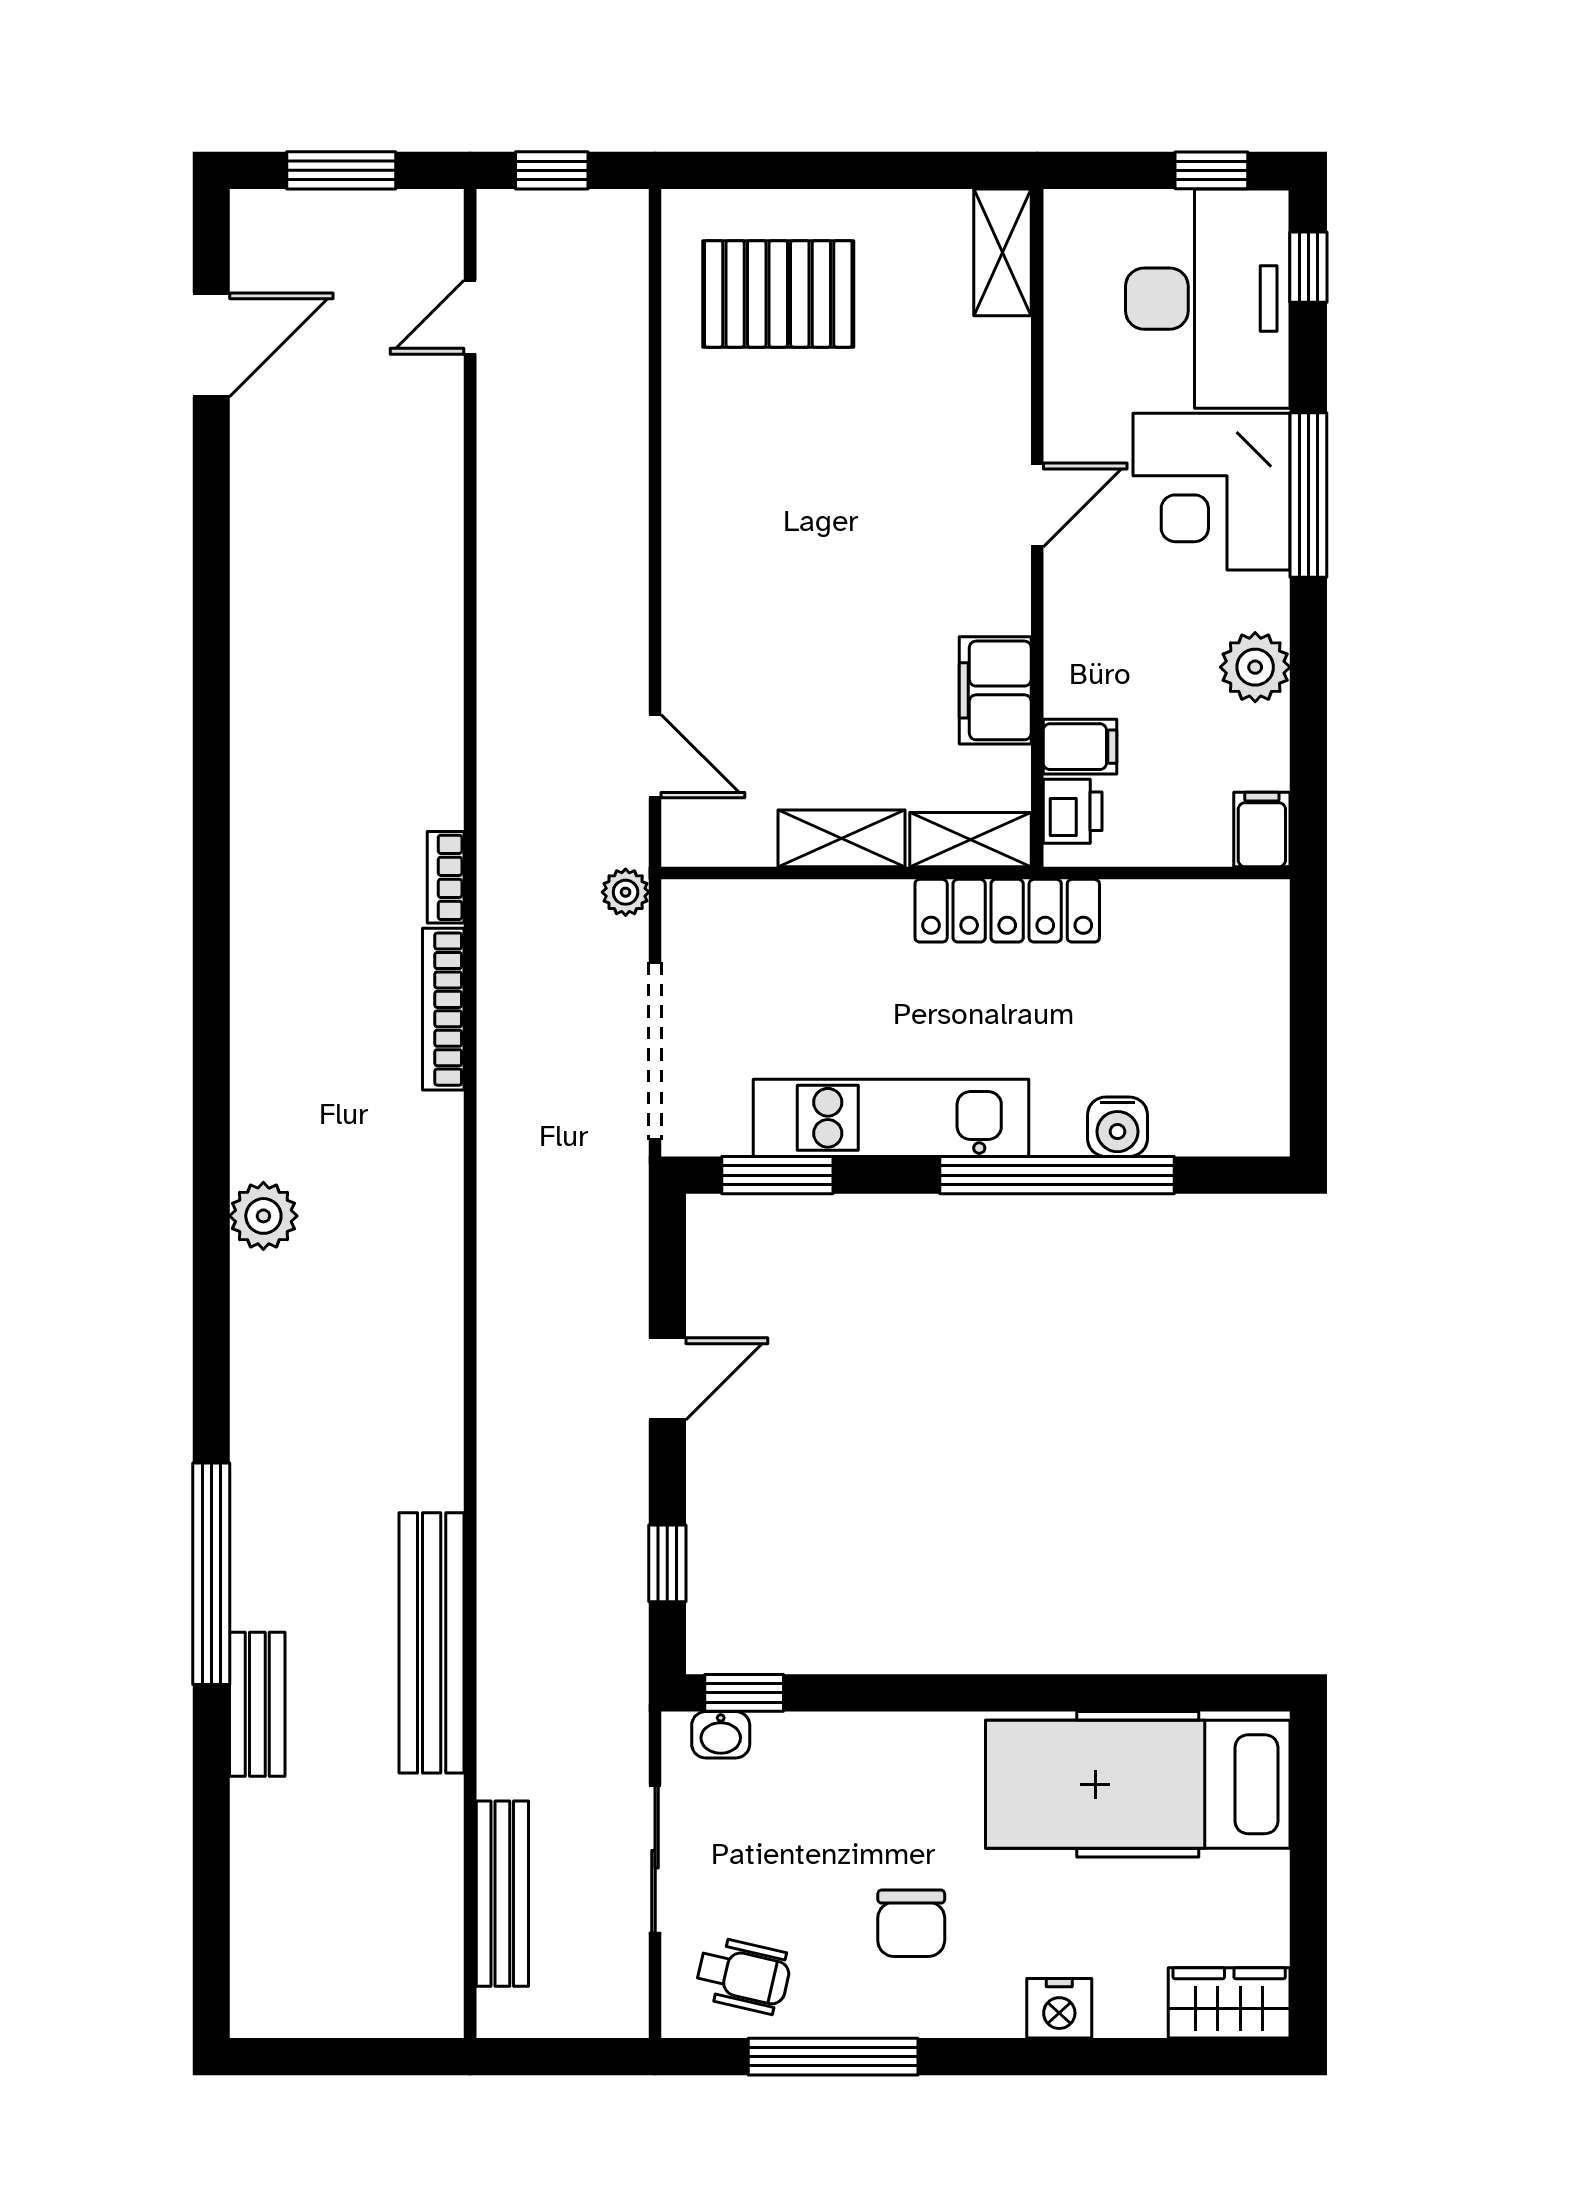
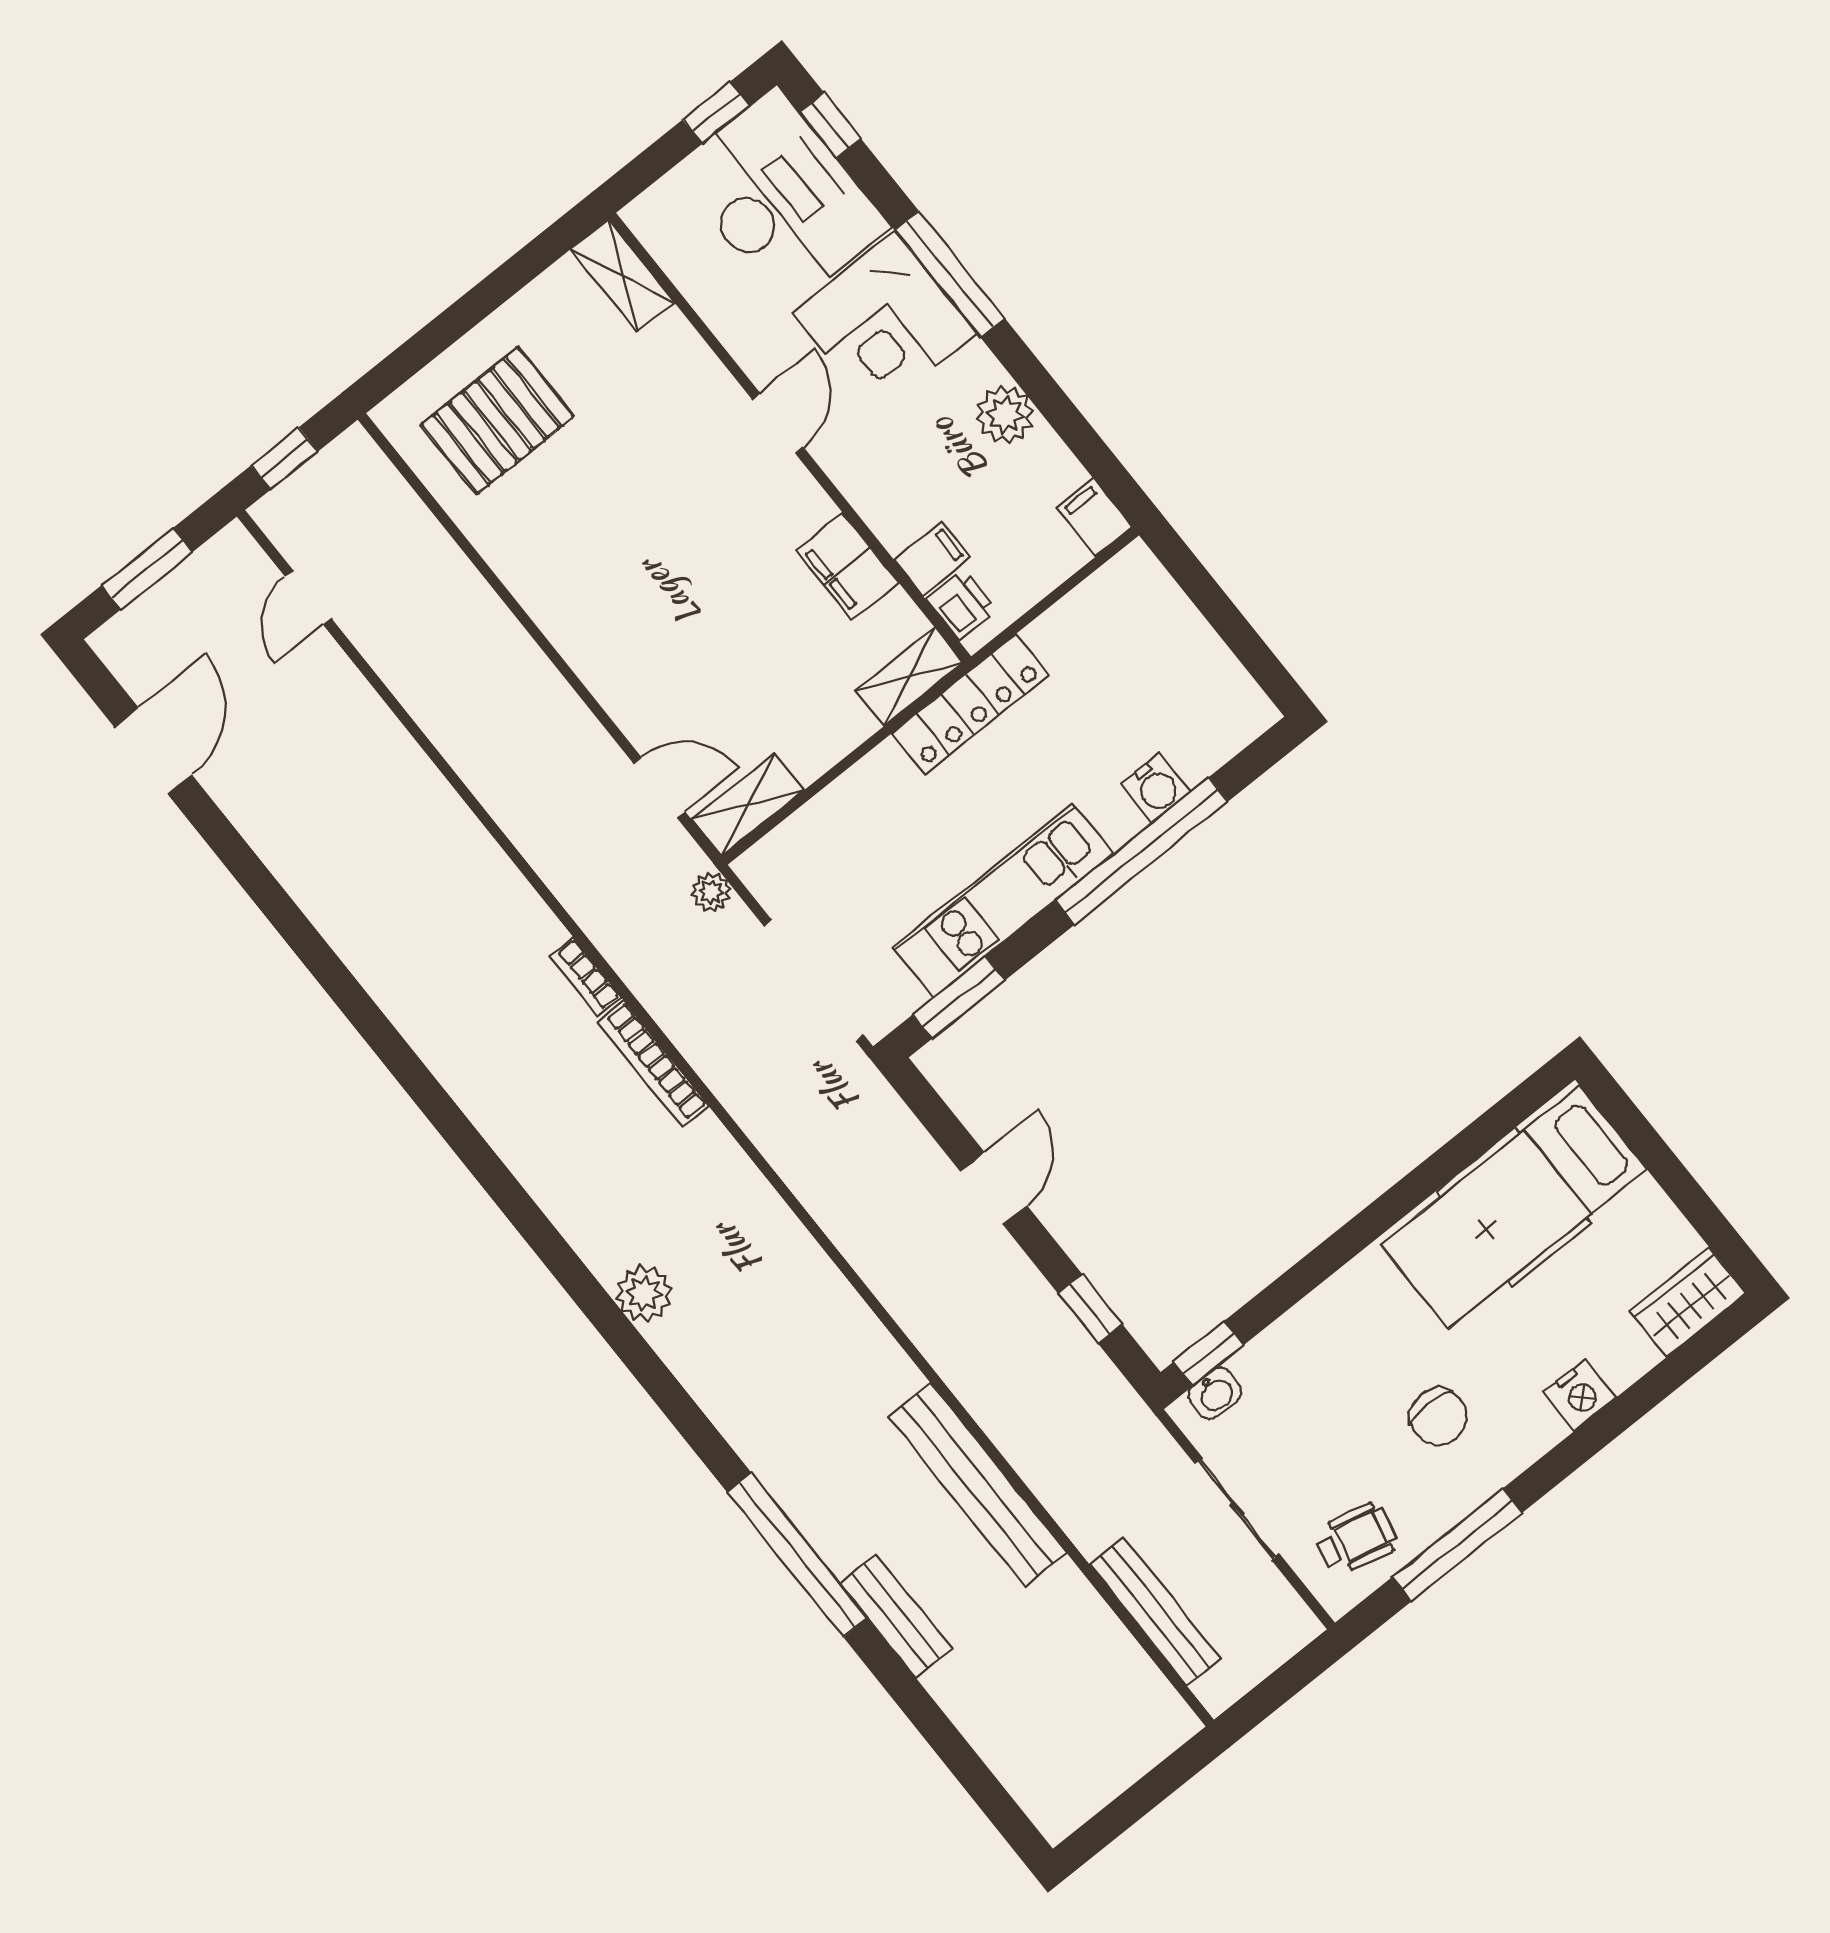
shelving: (841, 838) -> (748, 805), moved

